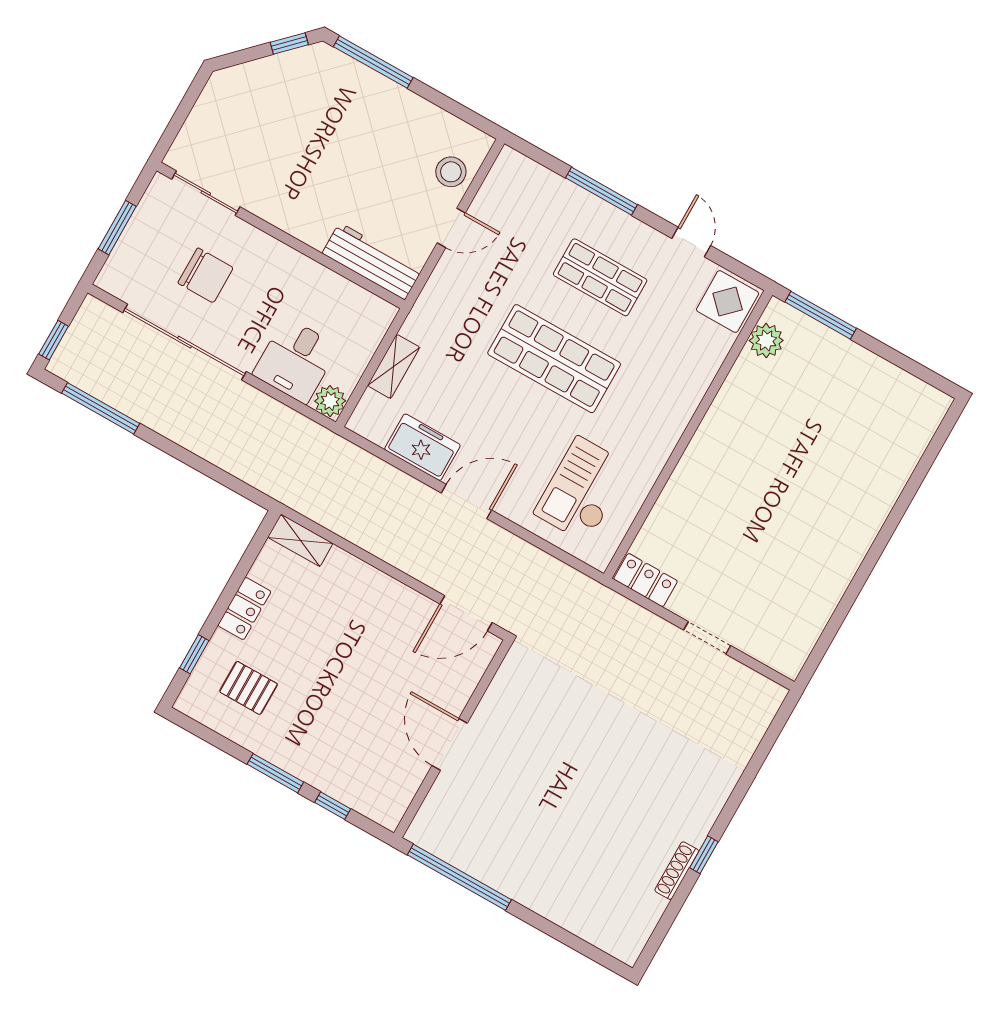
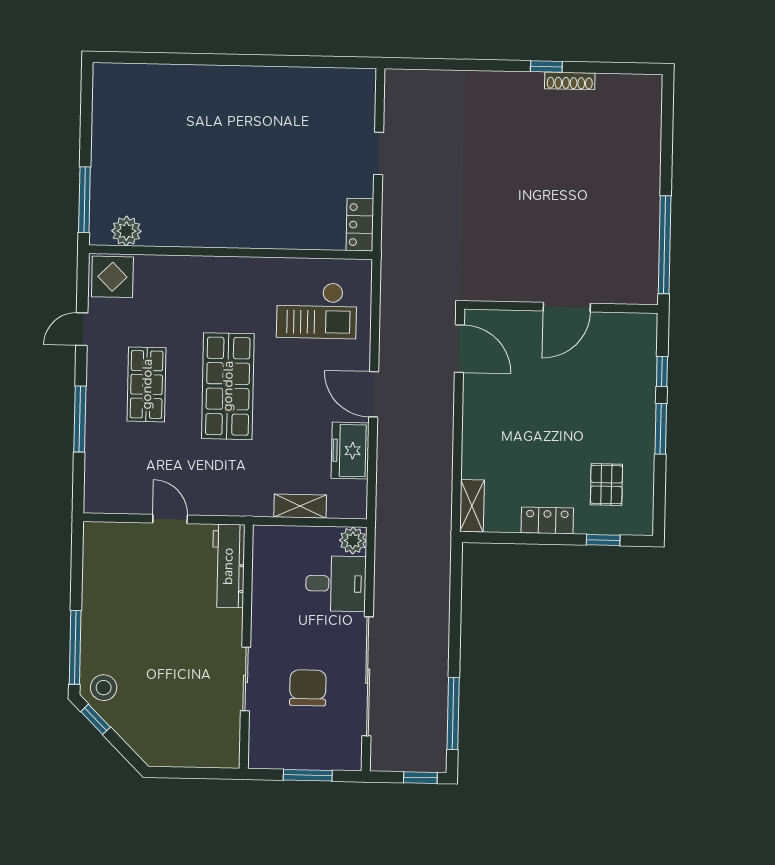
stool: (451, 172) -> (104, 688), moved
sliding door: (206, 193) -> (246, 679), moved

